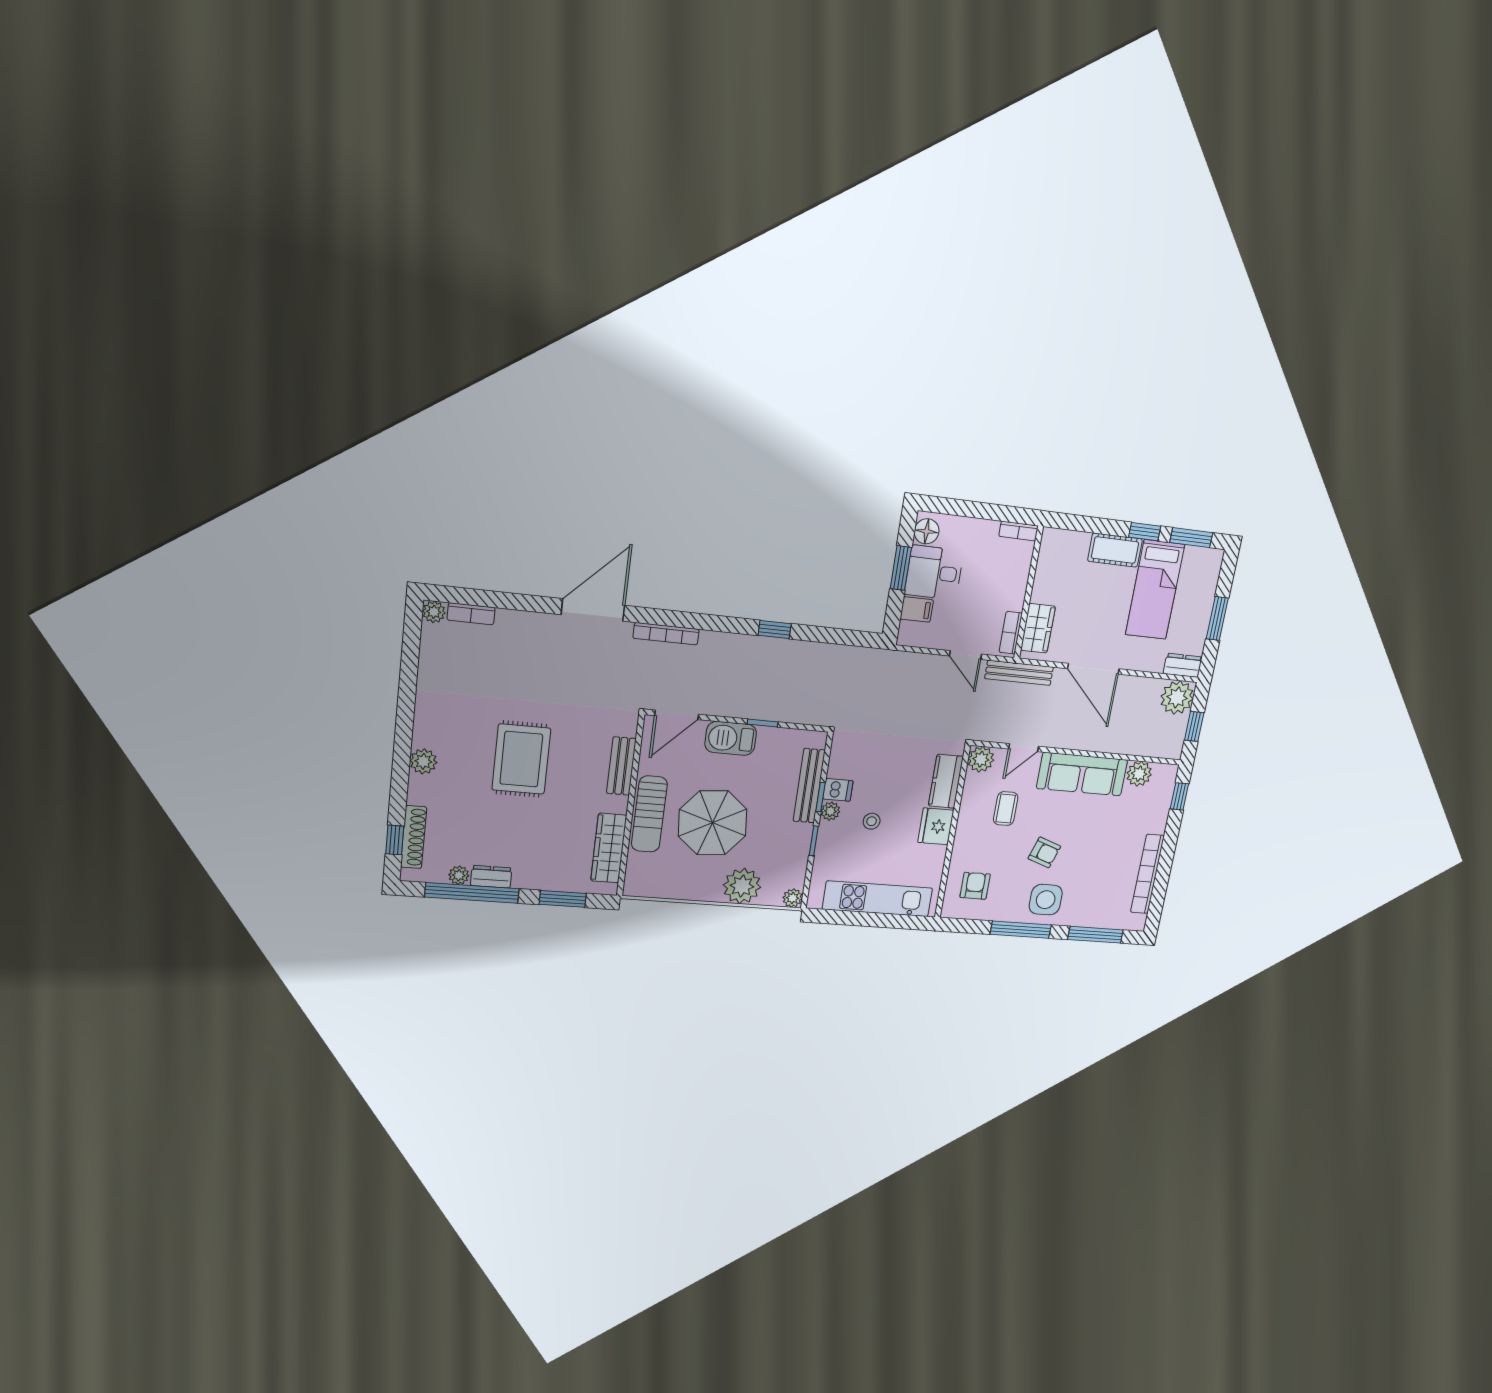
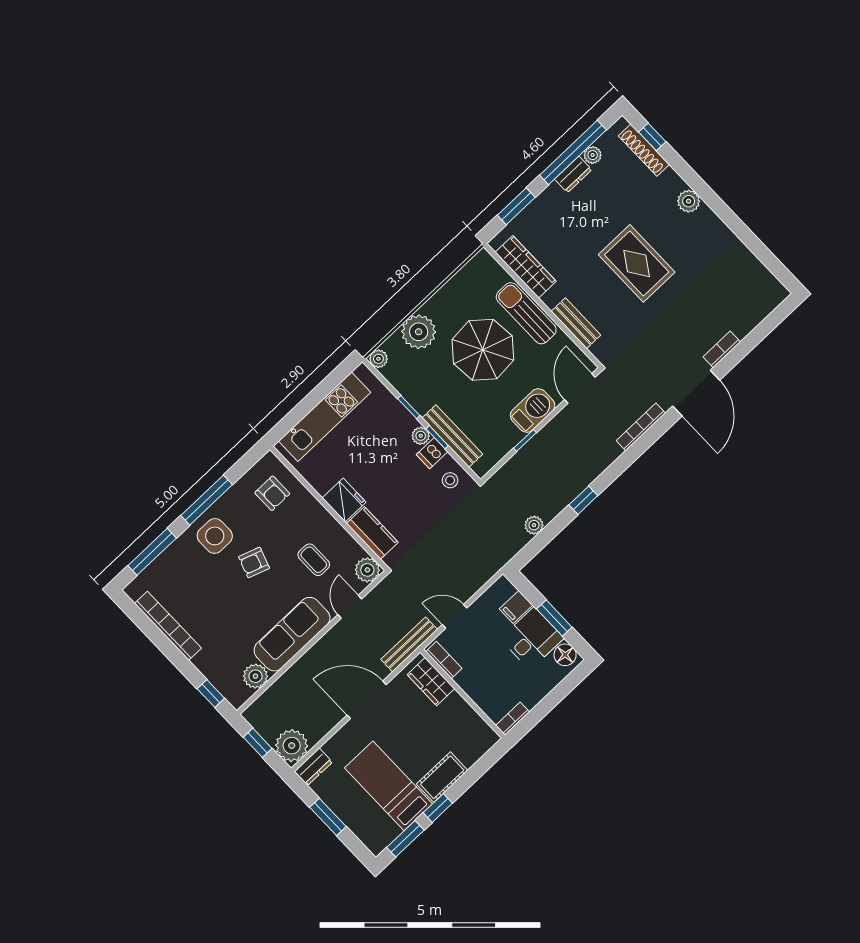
plant: (434, 612) -> (534, 525), moved
bookcase: (471, 614) -> (722, 349), moved
stool: (872, 821) -> (450, 480), moved

